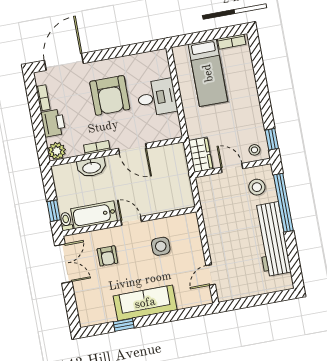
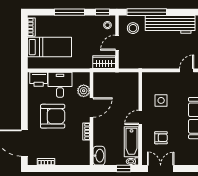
window: (263, 92) -> (69, 12), added
printer: (53, 123) -> (39, 79), moved, turned 180
plant: (57, 151) -> (84, 91), moved
washbasin: (92, 167) -> (99, 156), moved
door: (211, 275) -> (187, 70), swing flipped

